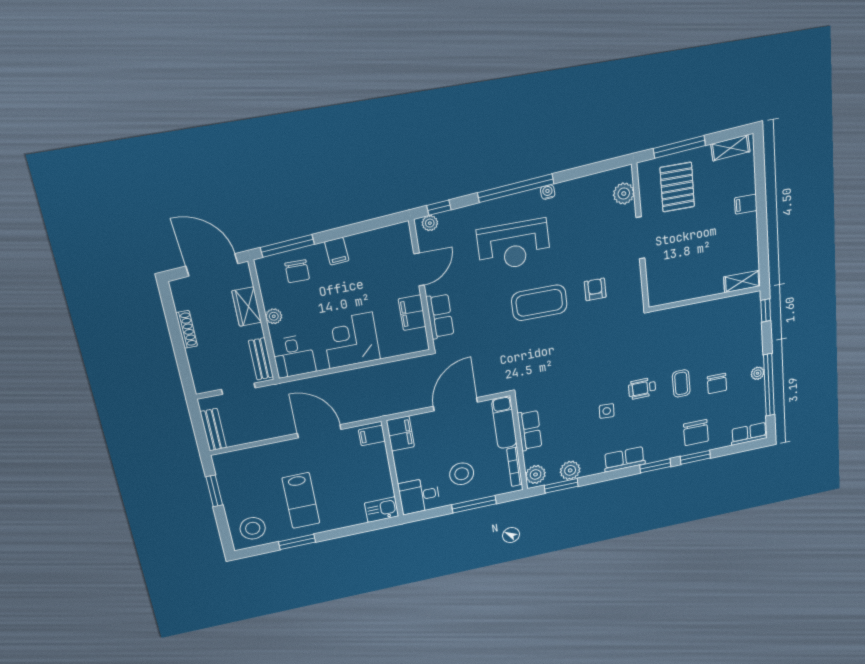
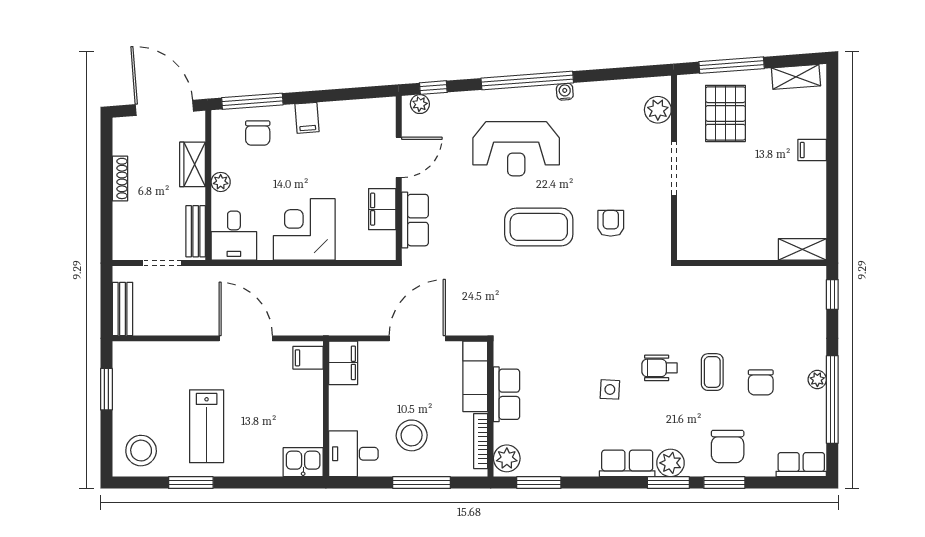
plant: (570, 470) -> (671, 463), moved

